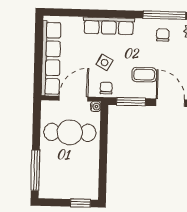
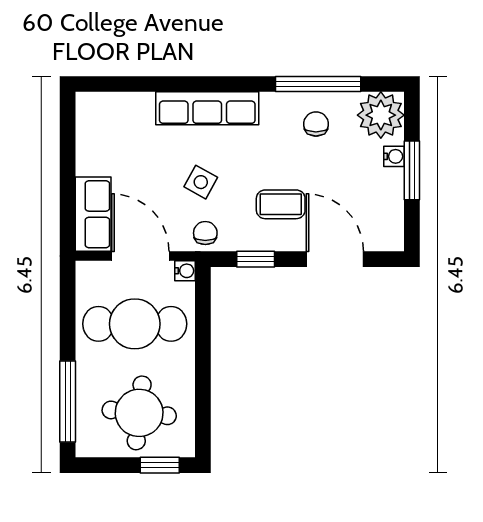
row of seats: (51, 58) -> (93, 214), width x0.50
door: (74, 99) -> (140, 256), hinge flipped
window: (131, 102) -> (256, 259), width x0.67
round table: (71, 177) -> (139, 413), added

